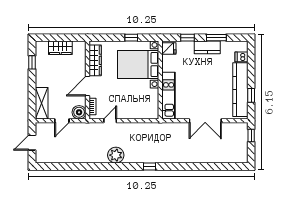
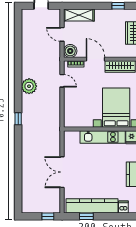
kitchen unit: (169, 96) -> (103, 137), moved

